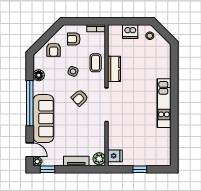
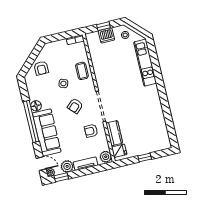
window: (129, 21) -> (103, 26), added
armchair: (74, 39) -> (91, 131), moved
kitchen counter: (114, 69) -> (114, 133), moved
floor lamp: (39, 75) -> (36, 106), moved
kitchen unit: (164, 103) -> (145, 63), moved
plant: (56, 159) -> (67, 166), added

